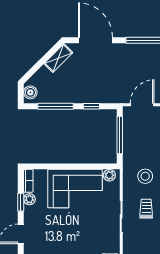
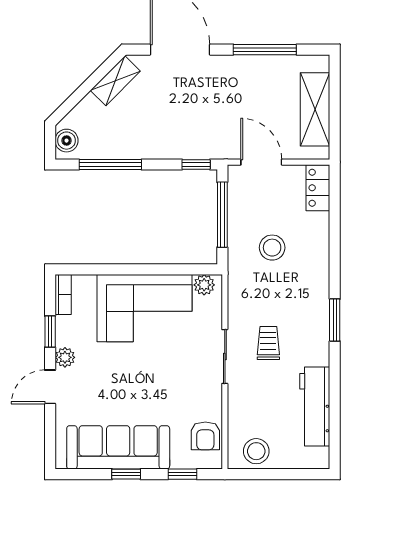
door: (142, 105) -> (261, 162), hinge flipped
window: (91, 106) -> (196, 165), moved
stool: (145, 176) -> (272, 248), moved
plant: (29, 199) -> (65, 357), moved

